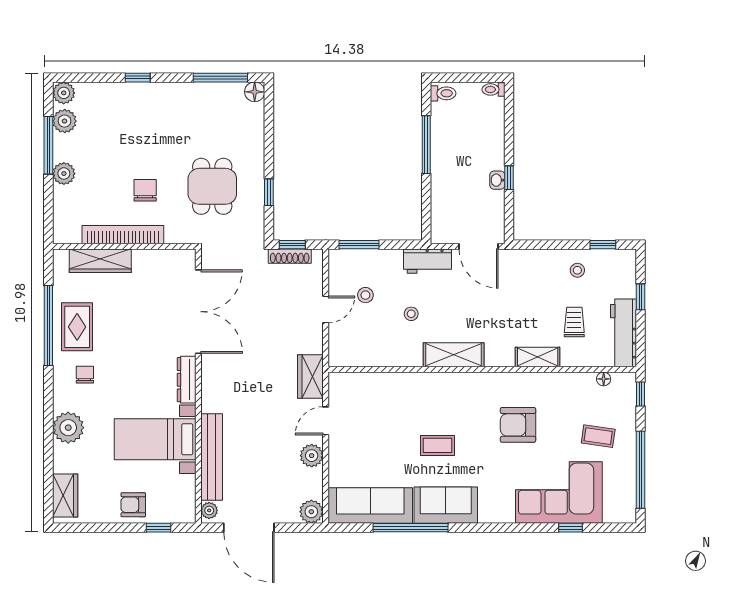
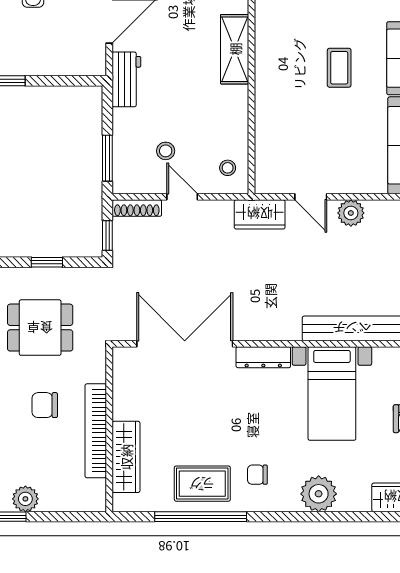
shoe rack: (290, 256) -> (137, 208), moved, turned 90
stool: (411, 314) -> (228, 168), moved

